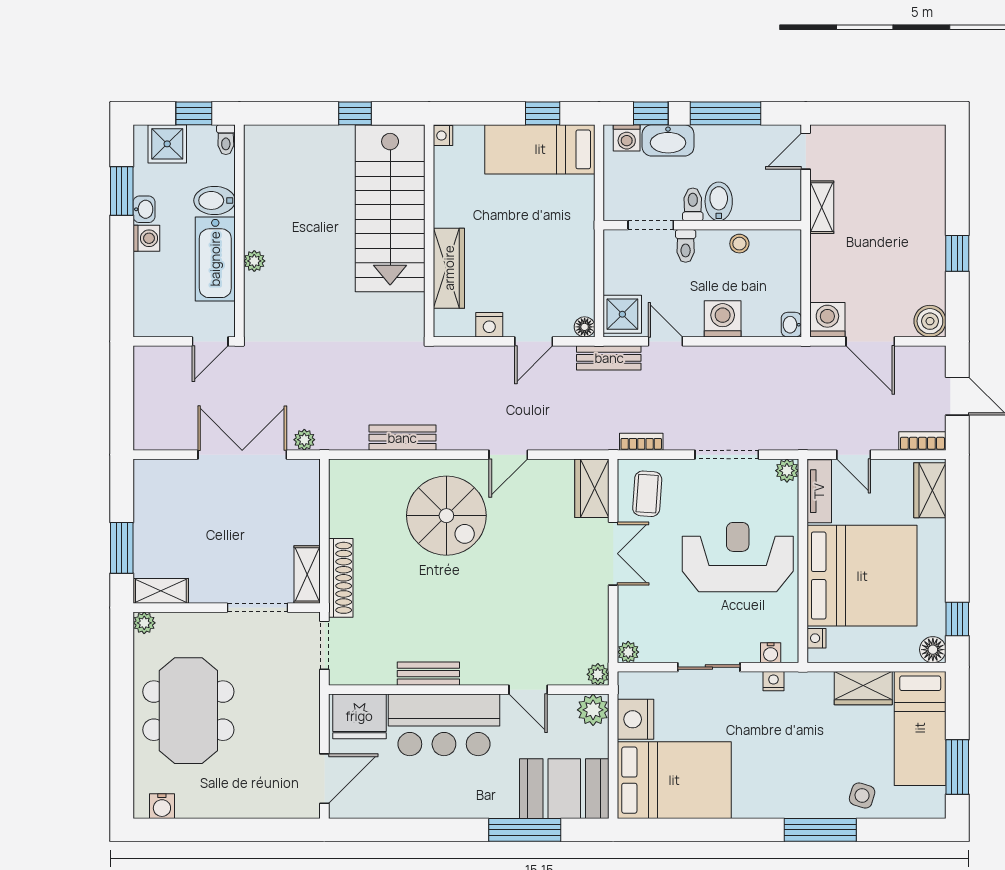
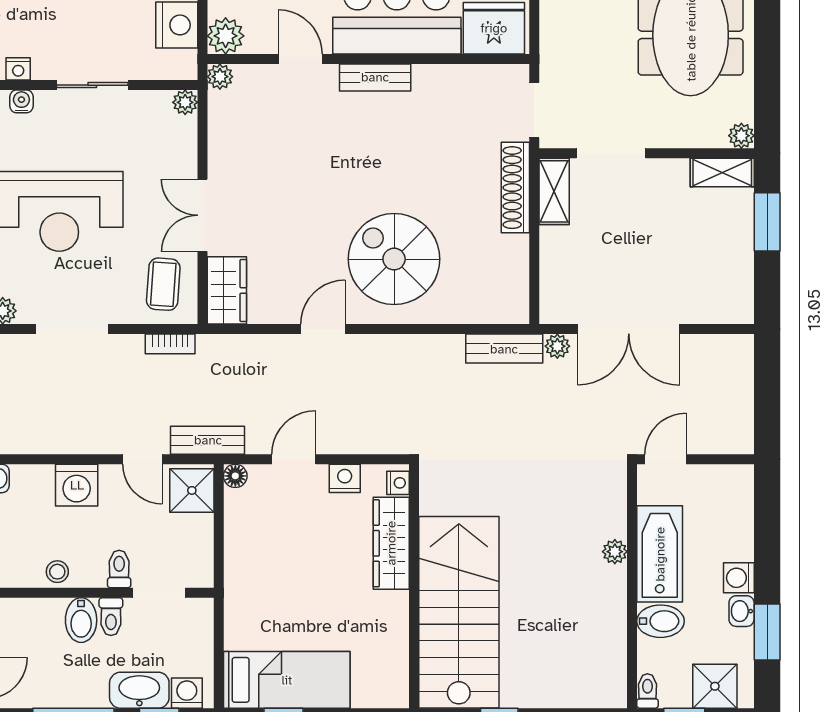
nightstand: (443, 136) -> (398, 483), moved
bench: (402, 438) -> (504, 349), moved
bench: (428, 674) -> (375, 77), moved

